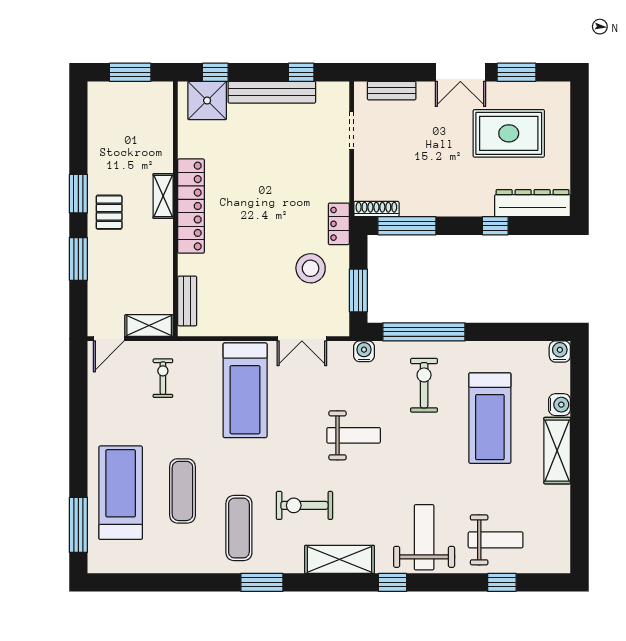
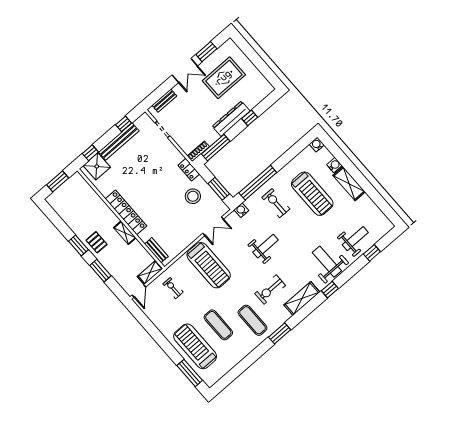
shelving: (163, 196) -> (125, 233), moved
dresser: (533, 203) -> (231, 119), moved

